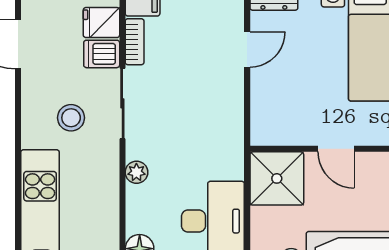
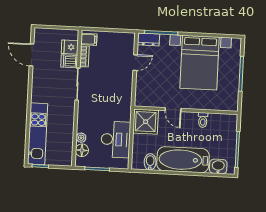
stool: (71, 118) -> (54, 89), removed
plant: (136, 172) -> (81, 138), moved

